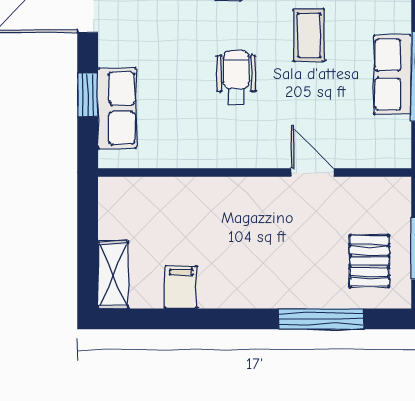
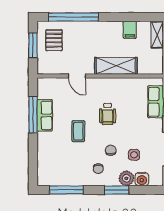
shelving: (216, 198) -> (116, 66), added
window: (321, 319) -> (73, 17), width x1.46

